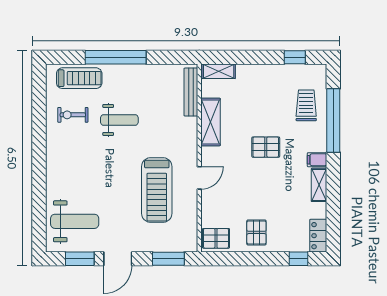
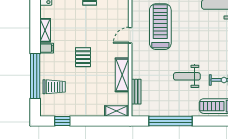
window: (116, 57) -> (171, 121), moved
bench: (191, 92) -> (136, 92), width x0.73
trolley: (306, 105) -> (54, 87), turned -90
pallet: (266, 147) -> (83, 57), turned 90

